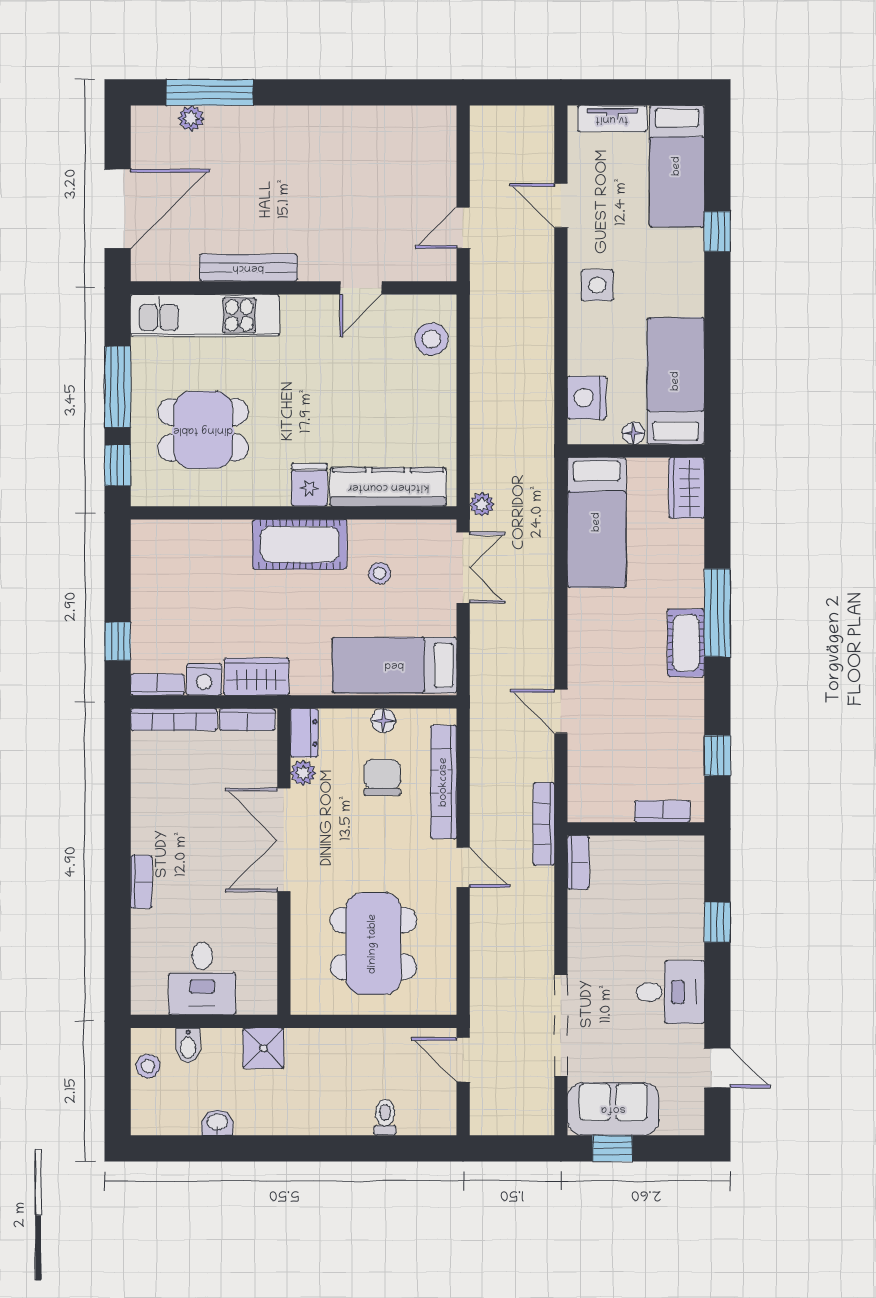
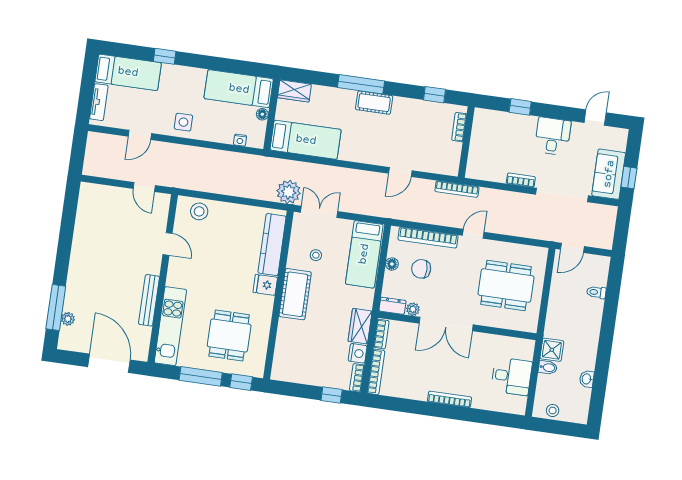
nightstand: (587, 398) -> (240, 140), width x0.53, depth x0.56
plant: (482, 504) -> (289, 192), width x1.87, depth x1.87
bookcase: (578, 862) -> (521, 180), moved
bookcase: (141, 882) -> (450, 399), width x1.56
bidet: (188, 1045) -> (548, 367), moved

